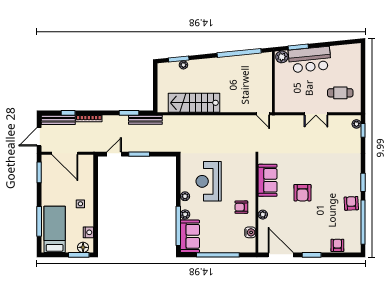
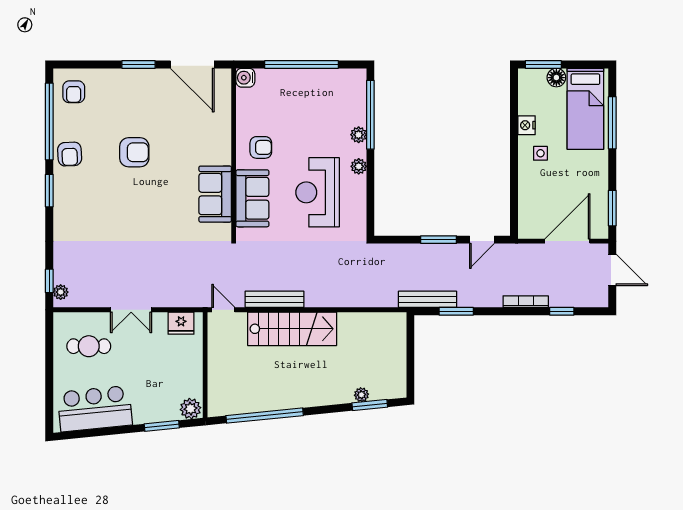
bar counter: (310, 60) -> (95, 409), moved
stairs: (194, 103) -> (292, 329), moved
fridge: (287, 106) -> (181, 323), added
double door: (316, 114) -> (131, 310), swing flipped
bench: (58, 120) -> (274, 299), moved
door: (39, 137) -> (612, 270), hinge flipped
door: (65, 153) -> (567, 241), hinge flipped
reception desk: (209, 181) -> (318, 192), turned 180
armchair: (302, 193) -> (134, 152), moved, turned 90
plant: (263, 215) -> (223, 135), removed
nightstand: (88, 232) -> (527, 125), moved
water cooler: (250, 232) -> (245, 78), moved
sofa: (190, 236) -> (252, 198), moved, turned 180
armchair: (337, 245) -> (74, 92), moved
floor lamp: (83, 247) -> (556, 78), moved

